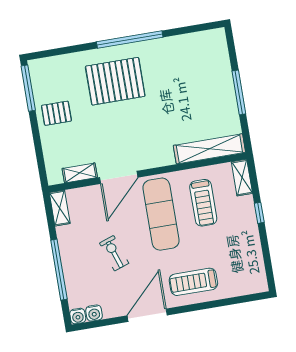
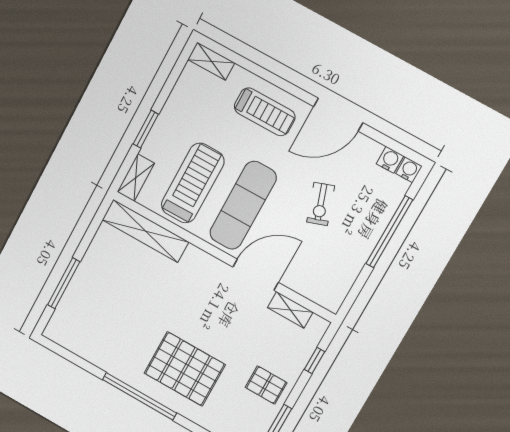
window: (239, 92) -> (64, 283), moved
window: (39, 154) -> (315, 360), added
treadmill: (203, 203) -> (193, 183), width x1.37, depth x1.37
shelving: (60, 208) -> (211, 61), moved, turned 90
window: (259, 213) -> (146, 129), width x1.50

